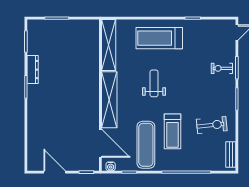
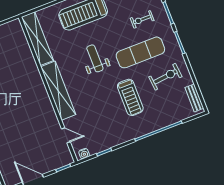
exercise bike: (222, 68) -> (142, 19), moved
door: (100, 143) -> (66, 135), width x0.53
exercise mat: (146, 145) -> (140, 52), moved, turned 90

